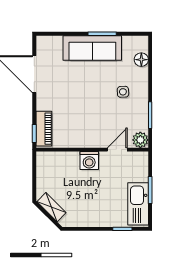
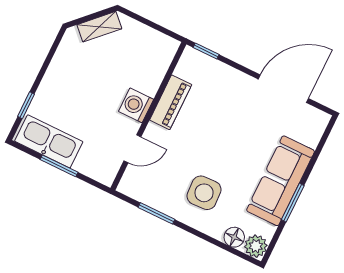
side table: (123, 92) -> (204, 193), width x1.87, depth x1.87
piano: (44, 129) -> (171, 102), moved, turned -90
plant: (140, 140) -> (256, 246), moved
door: (117, 150) -> (132, 149), hinge flipped

